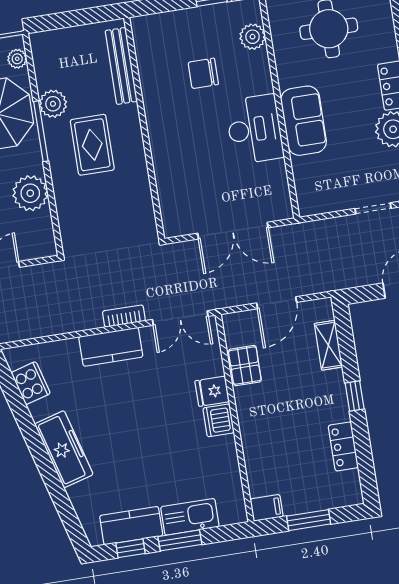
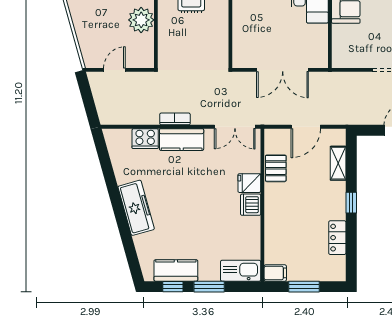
bookcase: (124, 316) -> (175, 119), moved
cooker: (31, 383) -> (145, 139), moved, turned 106
kitchen sink: (190, 517) -> (241, 271), moved

